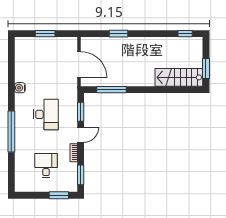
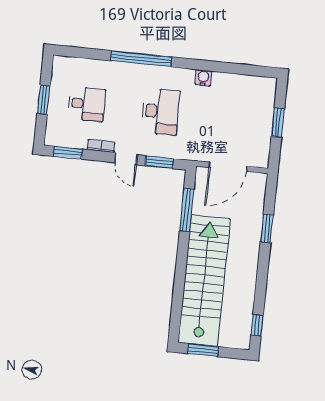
stairs: (179, 77) -> (204, 281), width x1.86, depth x1.51
desk: (46, 114) -> (161, 112), turned -90
window: (59, 195) -> (44, 100), moved

